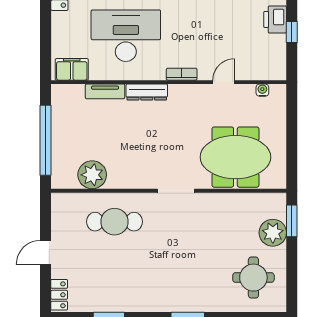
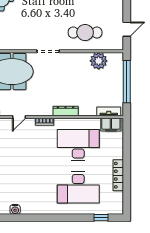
desk: (126, 36) -> (78, 145), turned 180
tv unit: (105, 91) -> (109, 111), moved
door: (45, 252) -> (127, 29), moved

